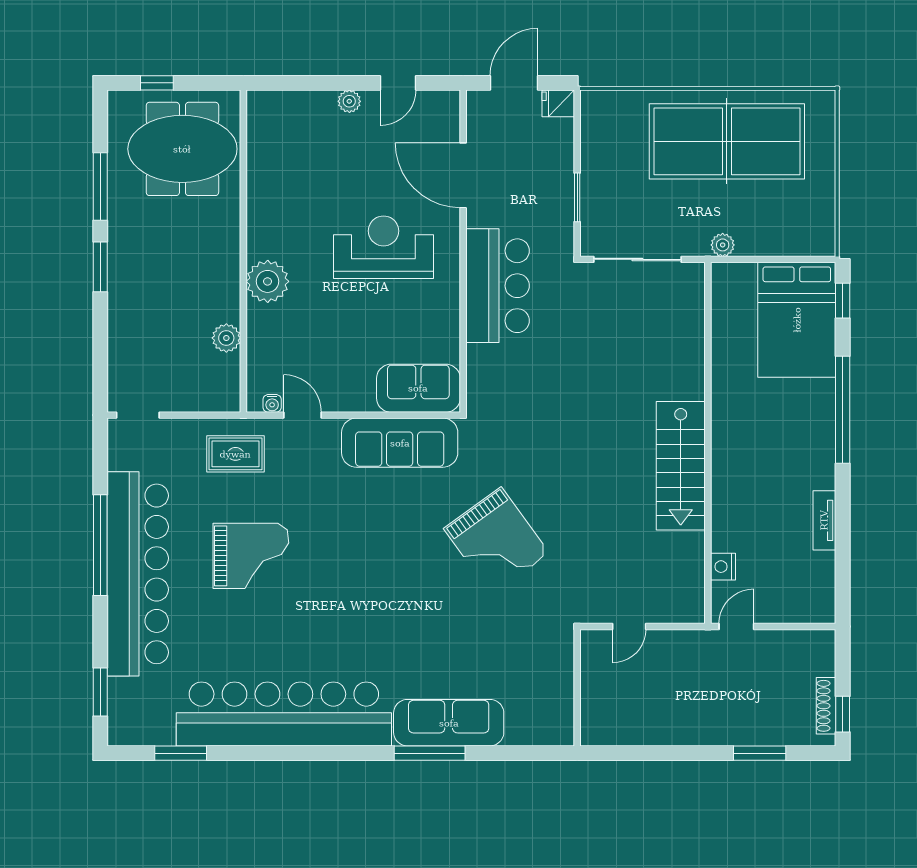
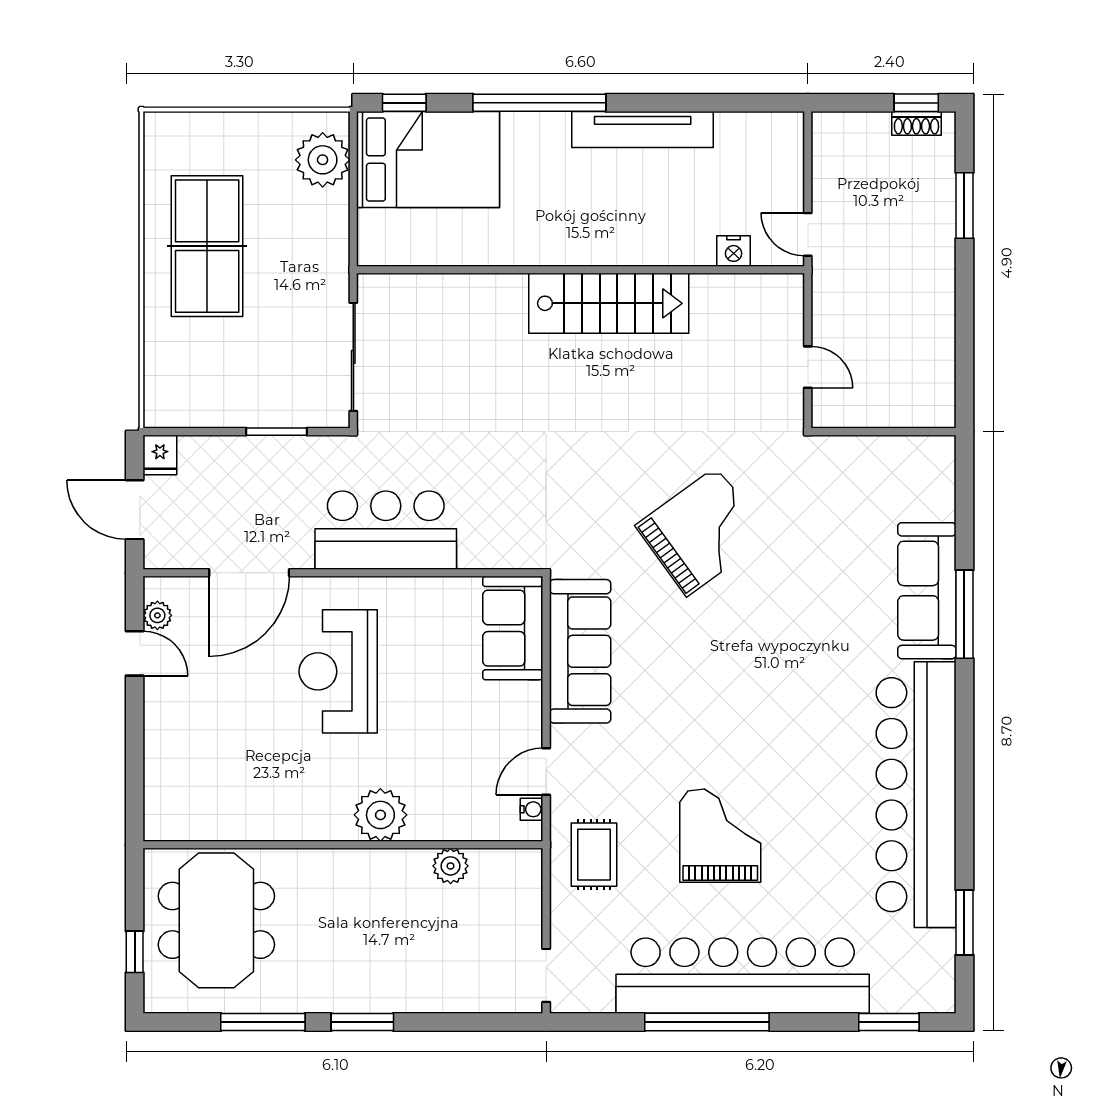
plant: (349, 101) -> (157, 615), moved
table tennis table: (727, 141) -> (207, 246), width x0.73, depth x0.76
plant: (723, 245) -> (323, 160), moved, width x1.87, depth x1.87
tv unit: (824, 520) -> (643, 129), width x1.92, depth x1.29
shoe rack: (826, 706) -> (916, 123), width x0.70

